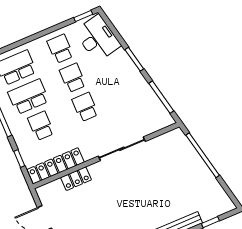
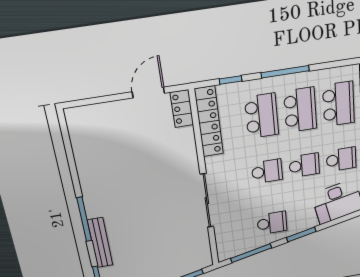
school desk: (129, 88) -> (272, 223), added
school desk: (41, 126) -> (262, 116), width x1.85
locker: (76, 179) -> (182, 109), moved

